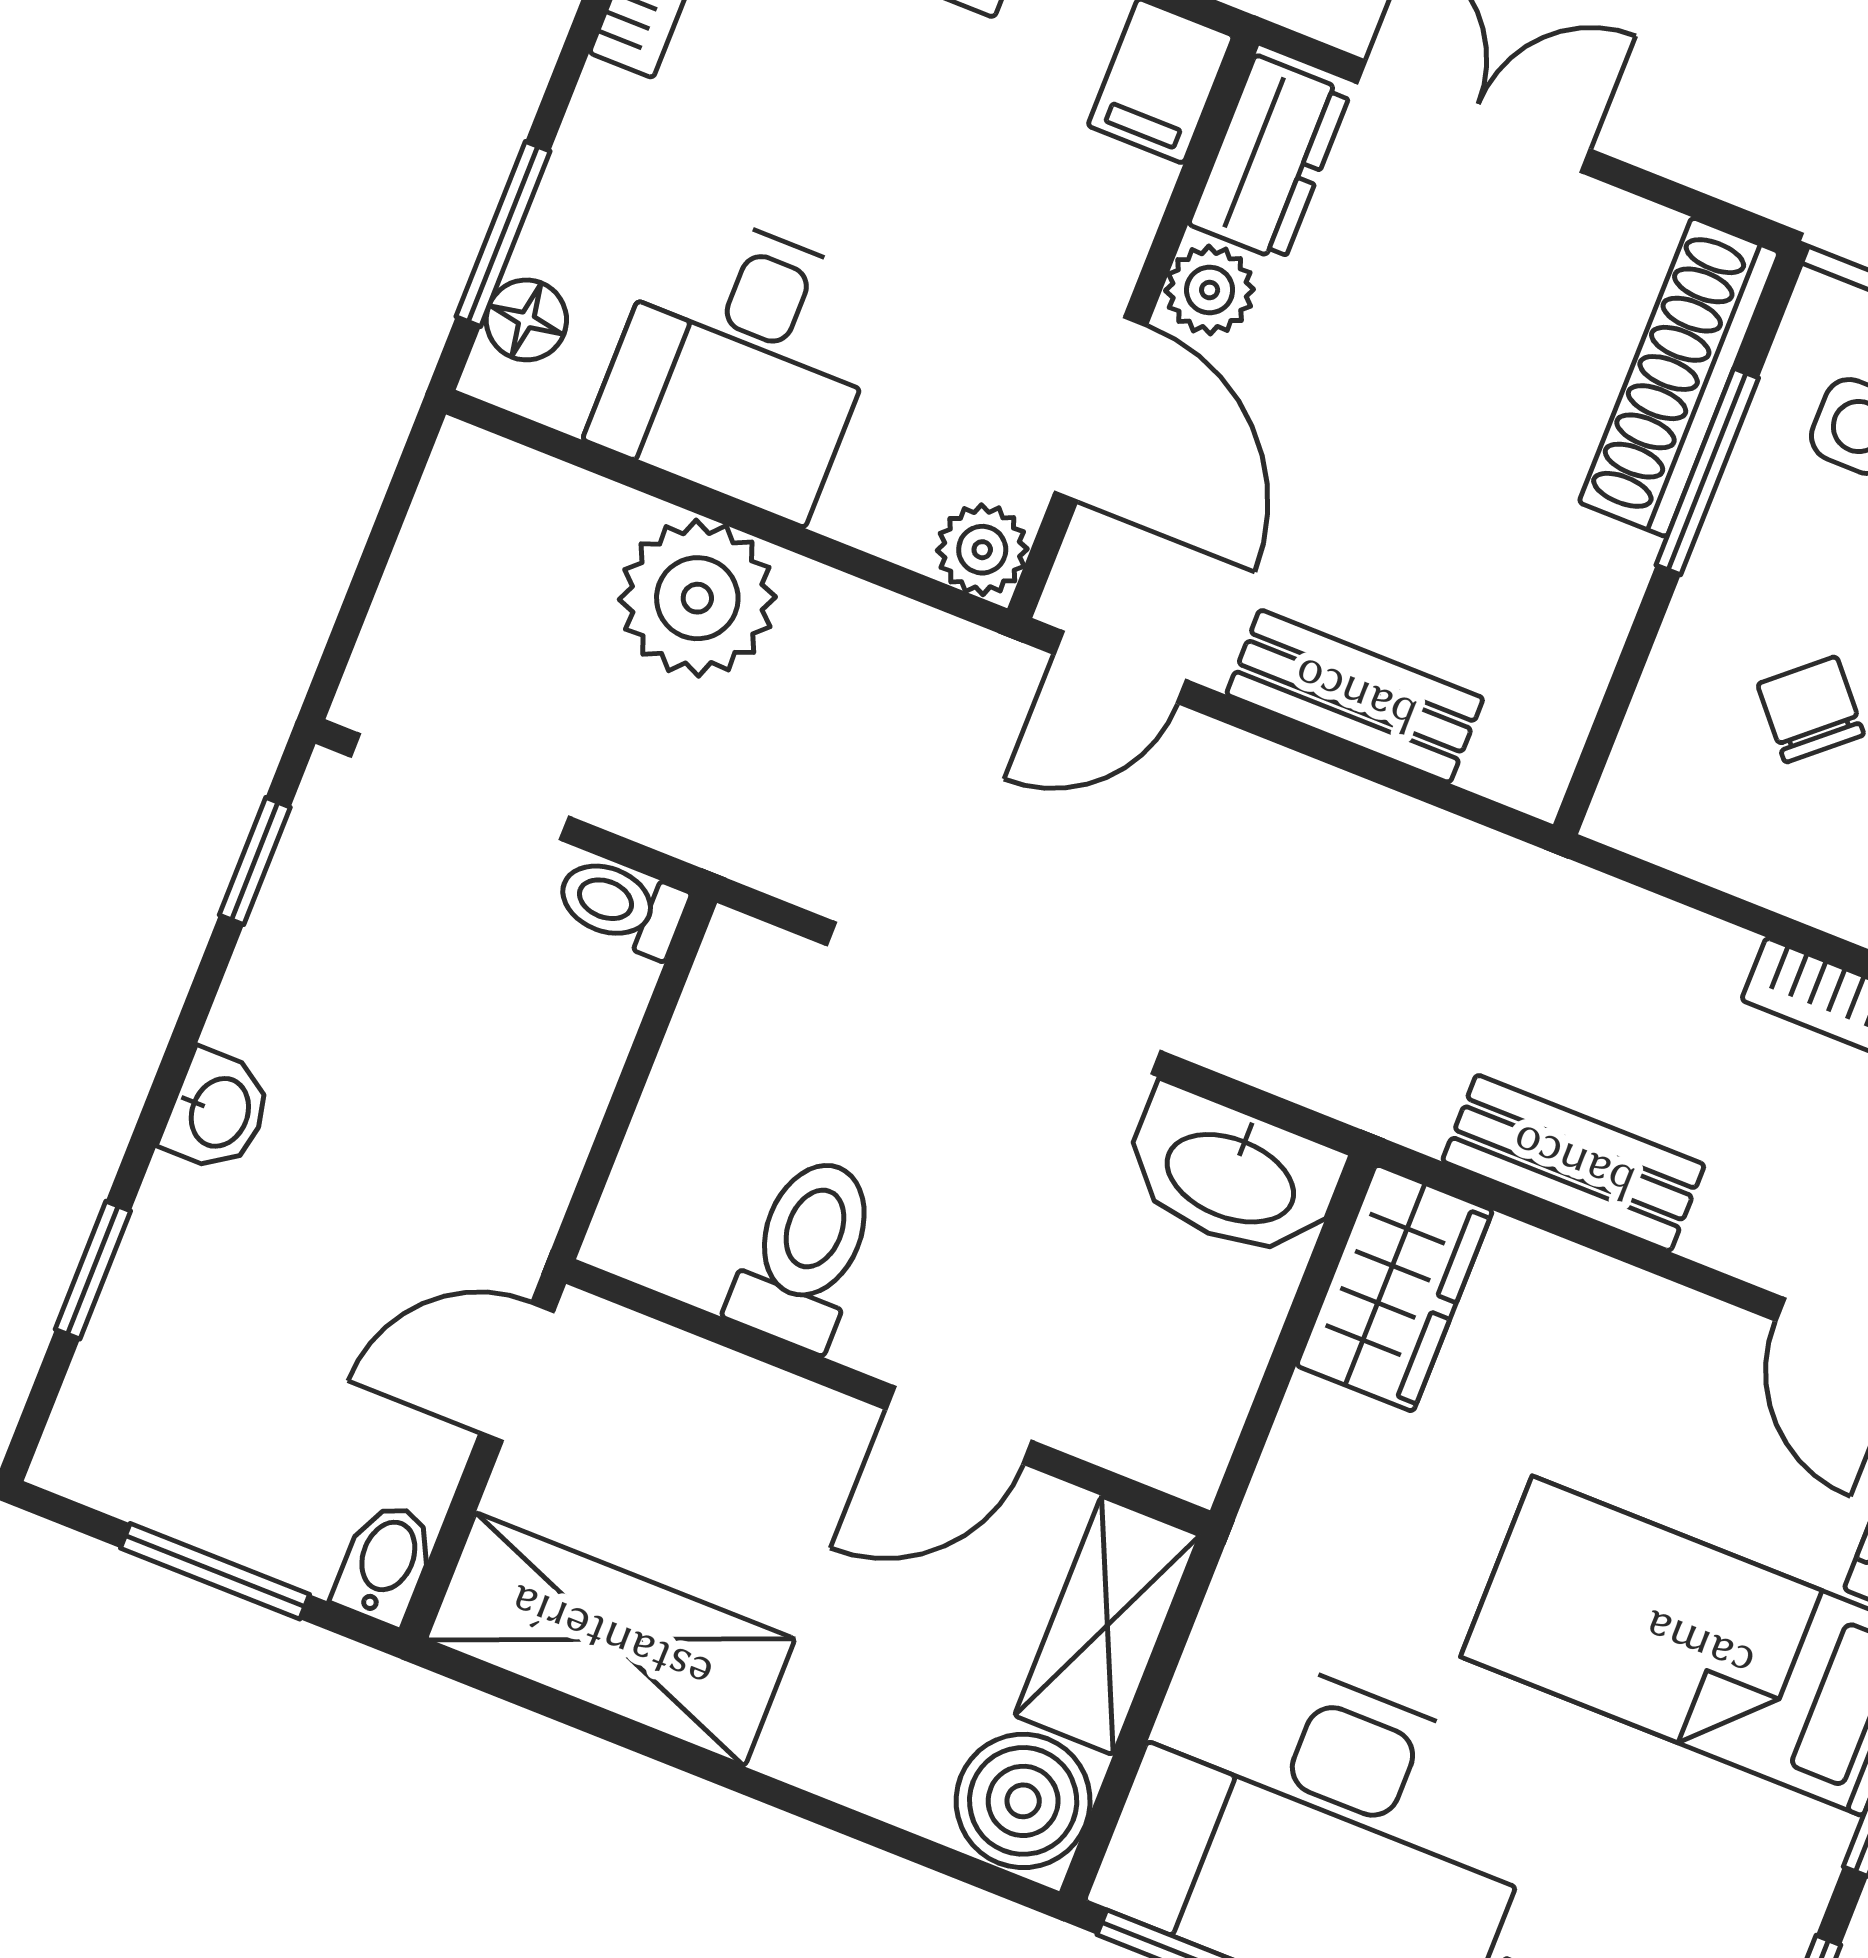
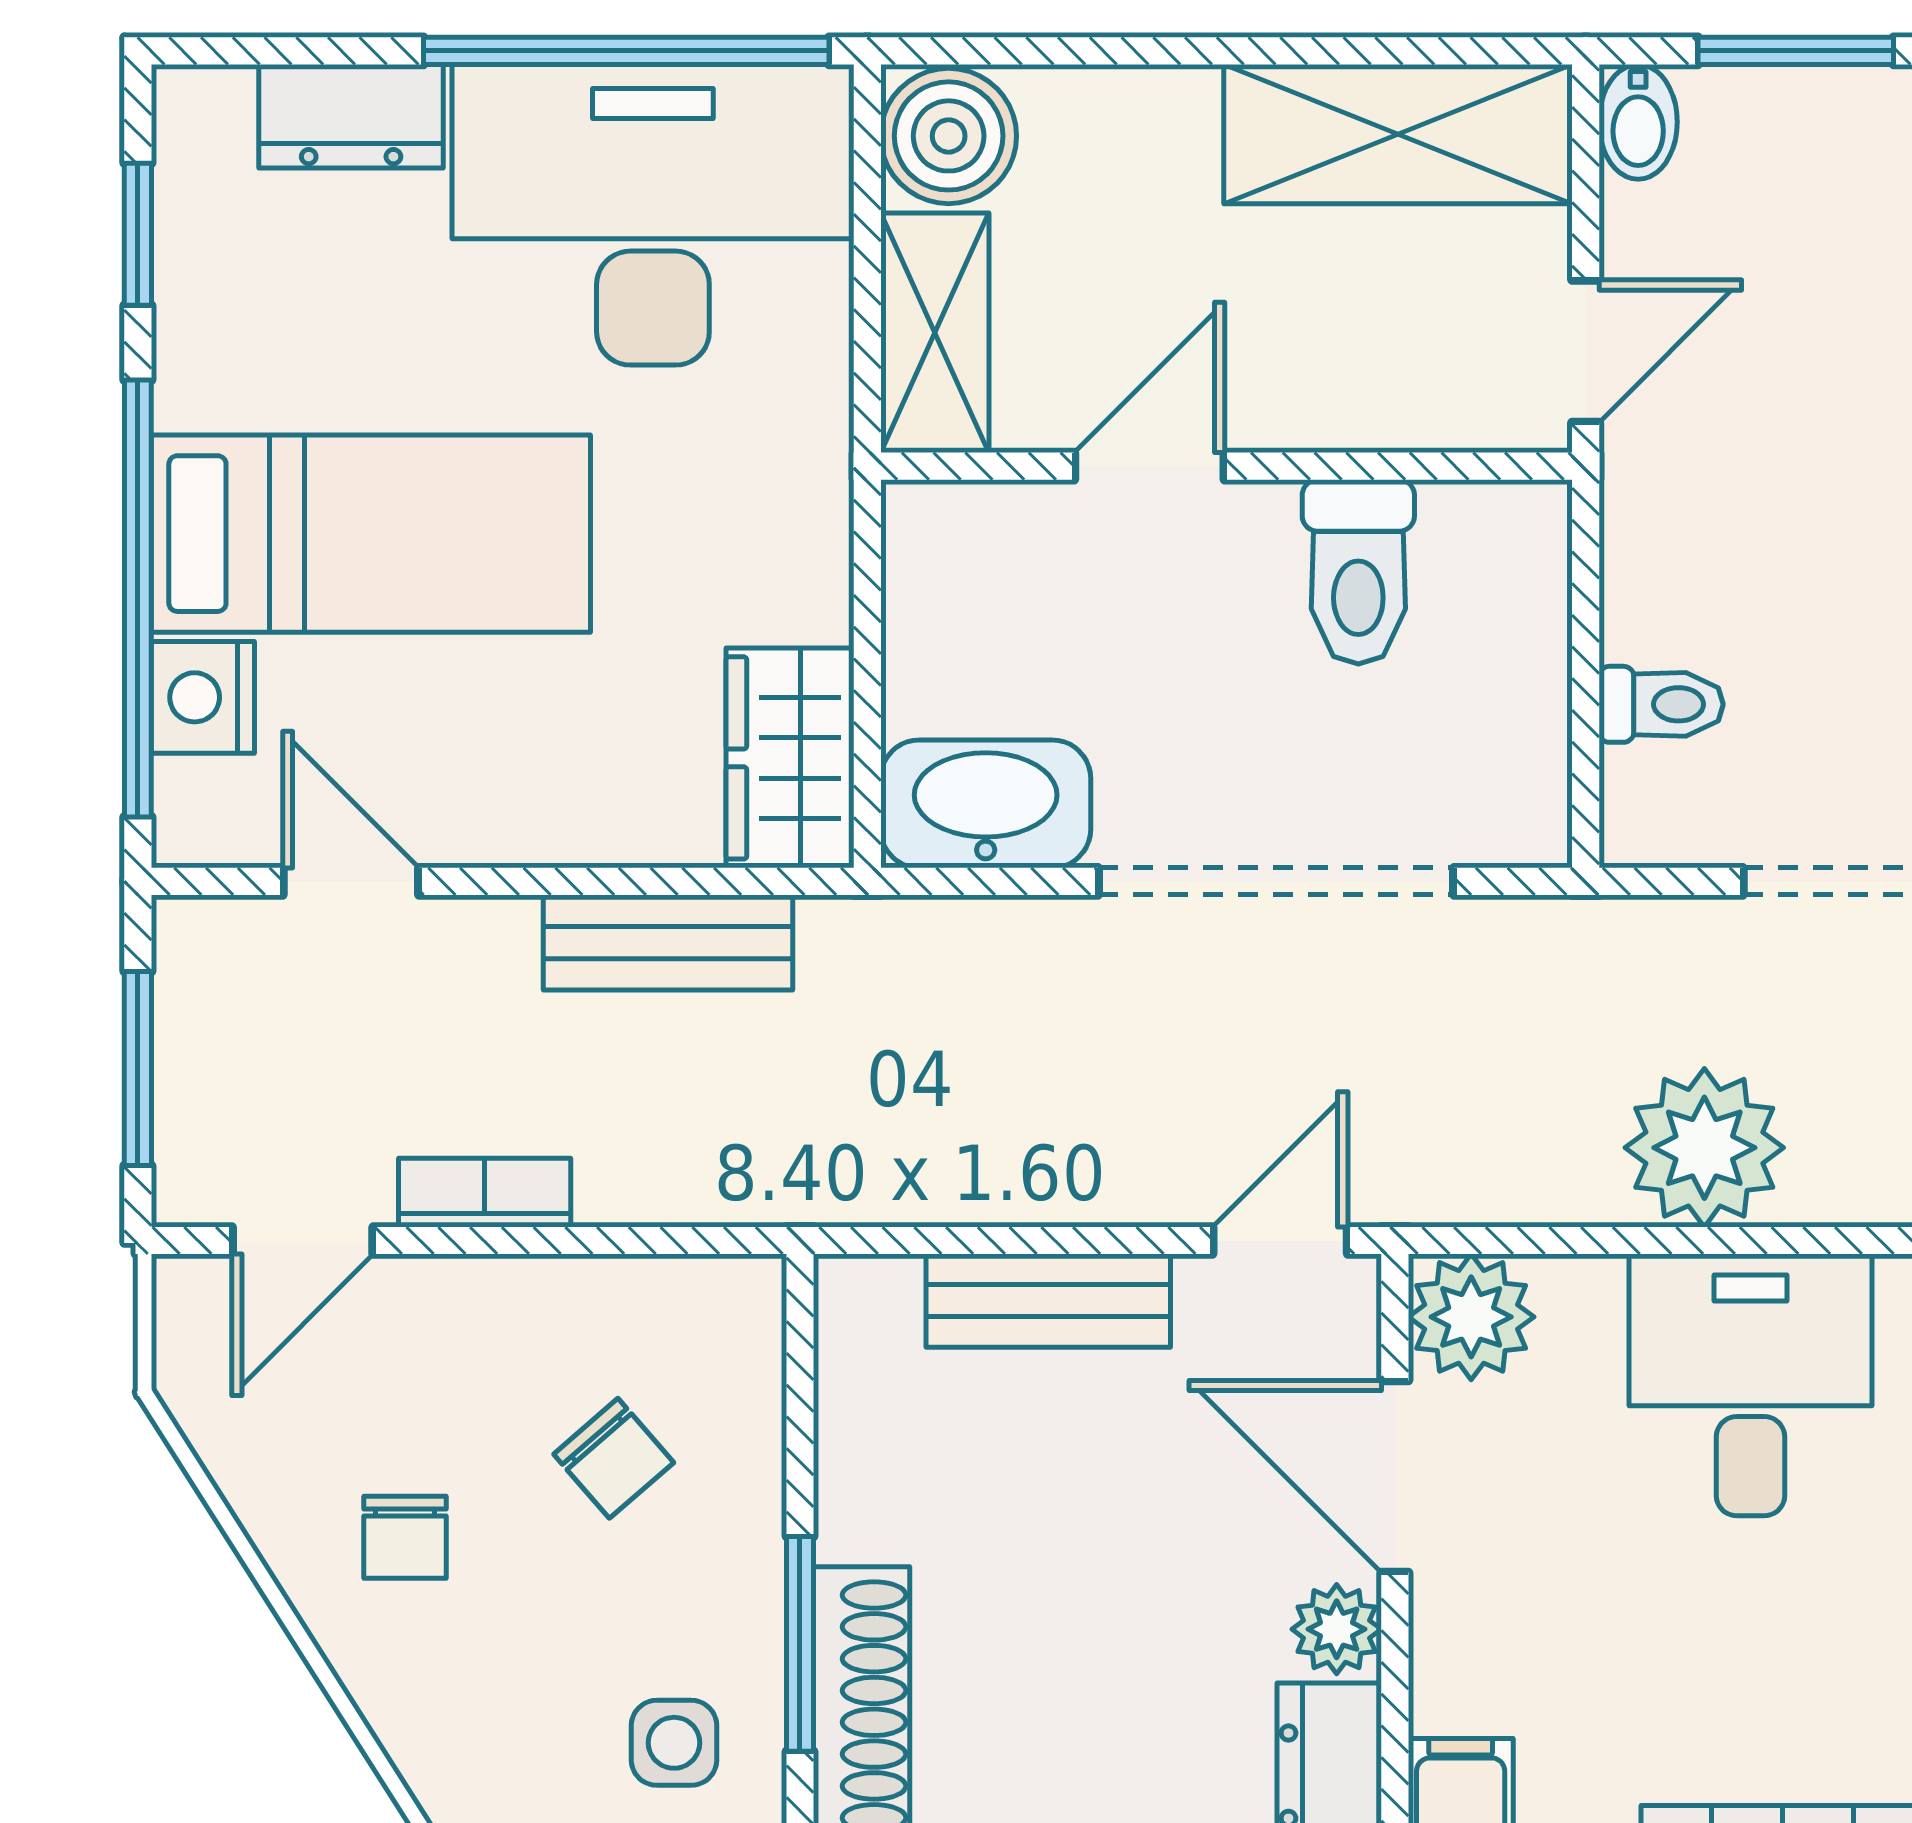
plant: (982, 550) -> (1471, 1317), width x1.38, depth x1.38
toilet: (621, 906) -> (1661, 704), moved

